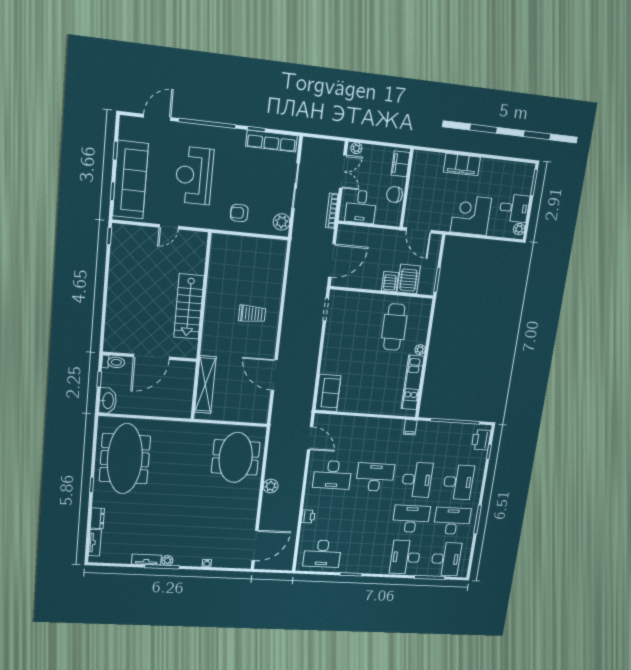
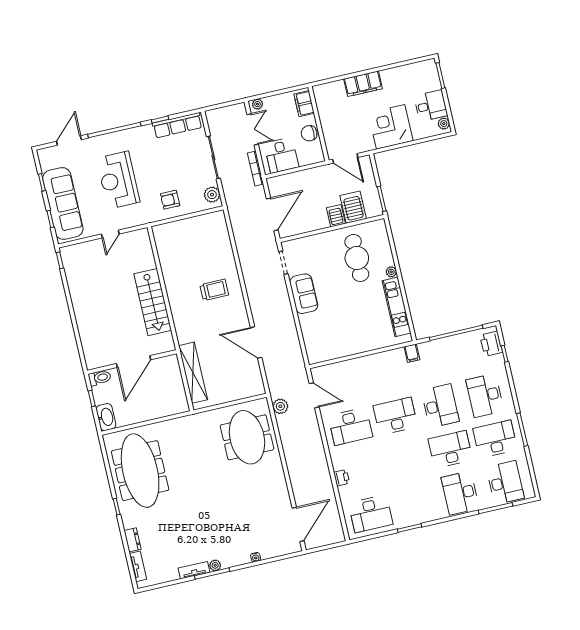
sofa: (328, 393) -> (304, 294), moved
desk: (458, 482) -> (485, 395), turned 180
plant: (271, 486) -> (280, 406), moved

